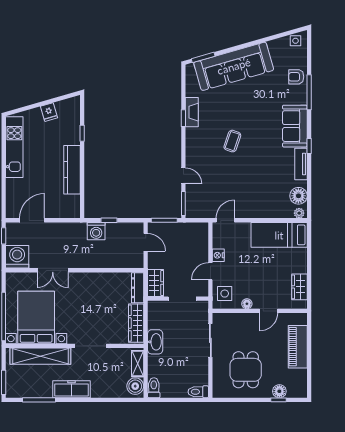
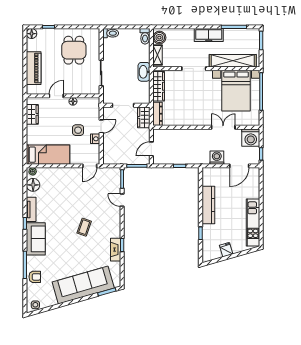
washing machine: (96, 231) -> (217, 158), moved
door: (146, 242) -> (151, 149), hinge flipped
side table: (225, 294) -> (78, 130), moved
floor lamp: (279, 391) -> (32, 34), moved

